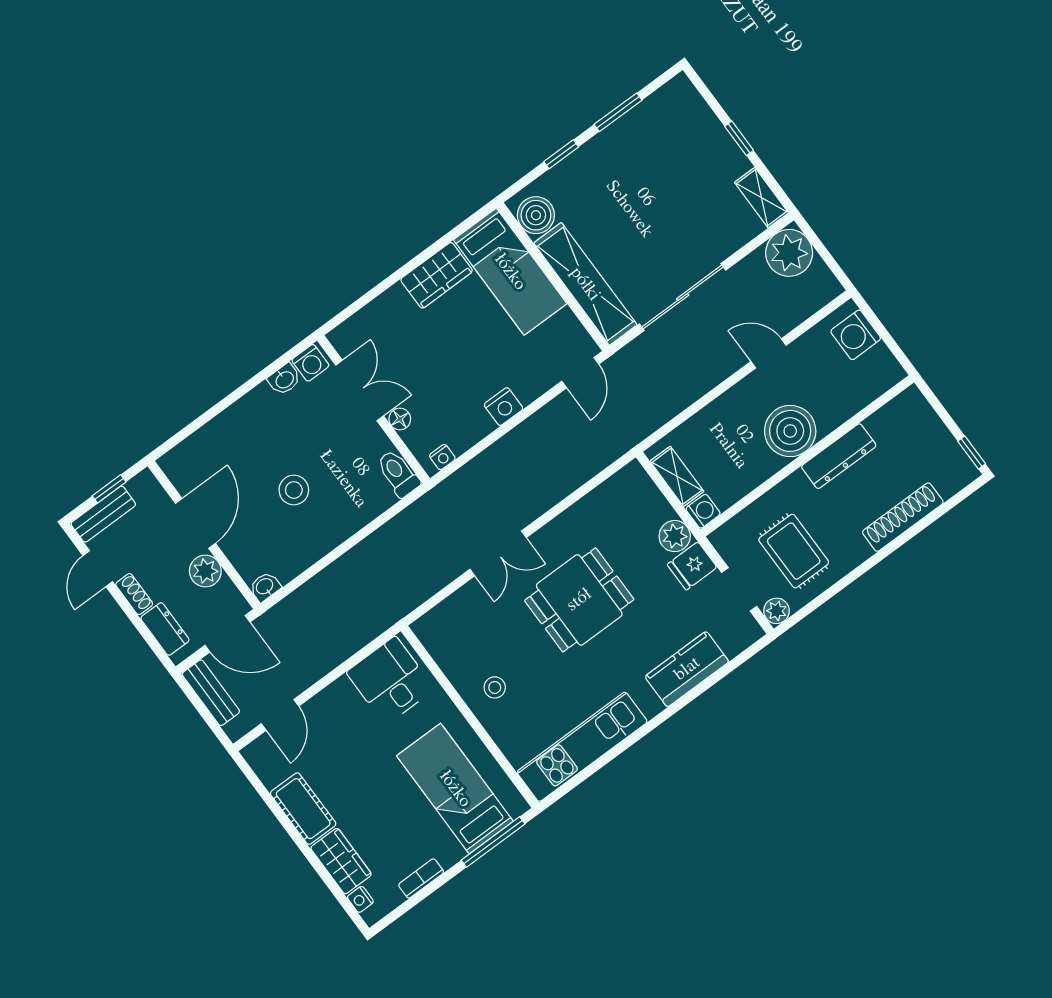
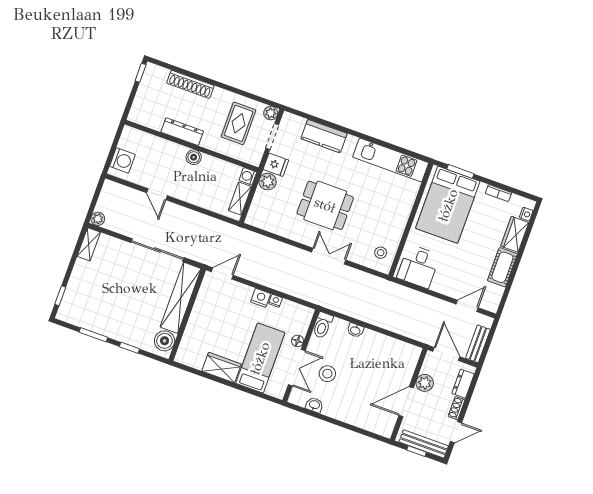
window: (739, 138) -> (60, 296), moved
plant: (789, 253) -> (98, 219), width x0.53, depth x0.53
bed: (510, 272) -> (260, 358), moved
washing machine: (310, 363) -> (299, 398), removed
double door: (360, 390) -> (297, 368), swing flipped
boiler: (790, 431) -> (194, 157), width x0.54, depth x0.54
nightstand: (442, 457) -> (276, 301), moved
stool: (294, 490) -> (327, 374), moved
bench: (103, 514) -> (424, 444), width x1.36
washbasin: (265, 587) -> (355, 330), moved
stool: (495, 687) -> (381, 253), moved
bed: (455, 789) -> (448, 205), width x1.50
window: (493, 842) -> (460, 171), width x0.69

